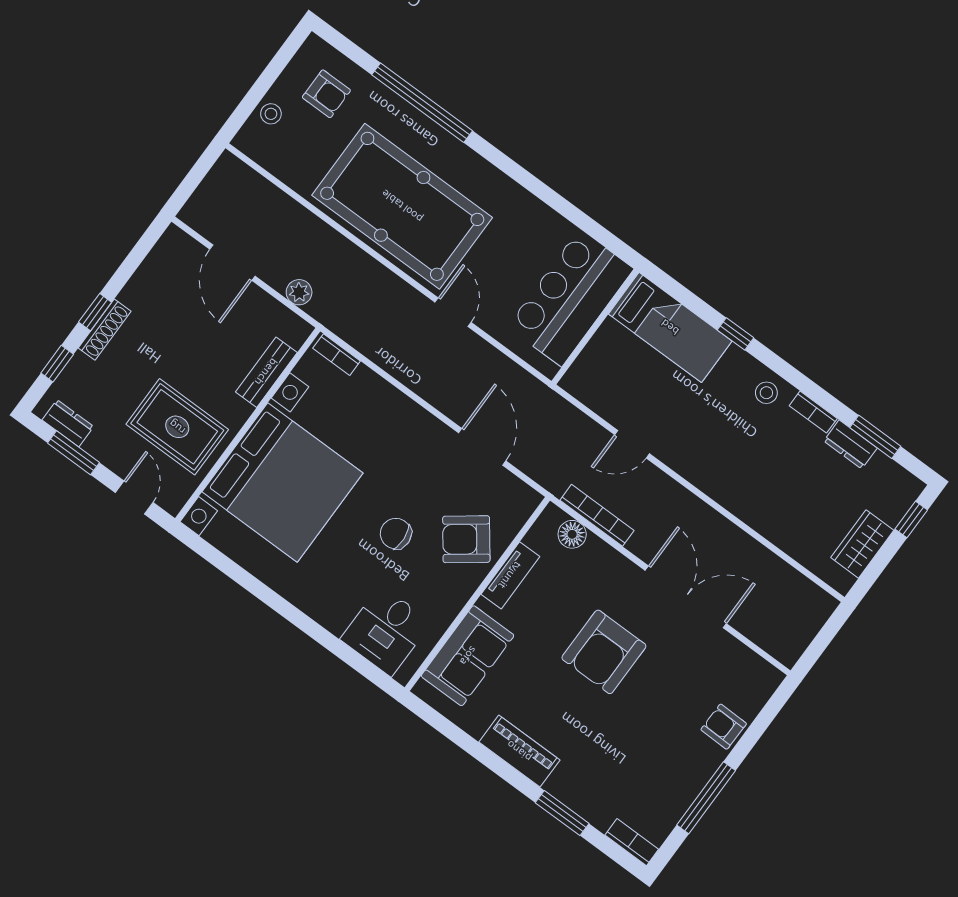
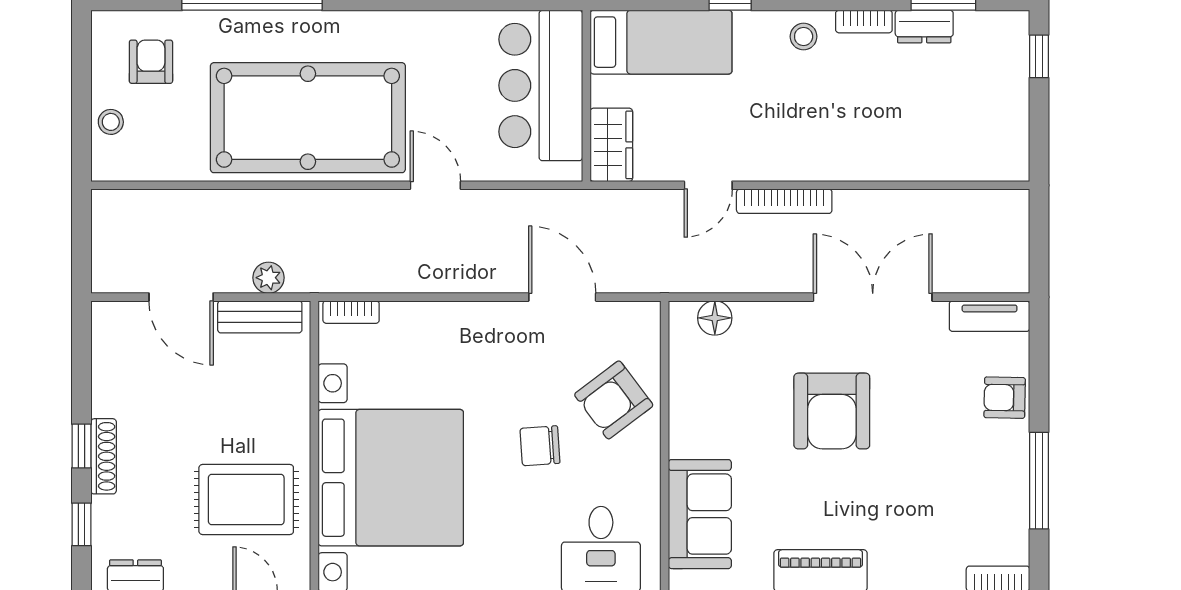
armchair: (326, 94) -> (151, 62), turned -90
bench: (266, 372) -> (260, 317), moved, turned 90
bookcase: (597, 515) -> (784, 201), moved, turned 180
wardrobe: (862, 544) -> (611, 145), moved, turned 180
tv unit: (510, 575) -> (990, 316), moved, turned 90

